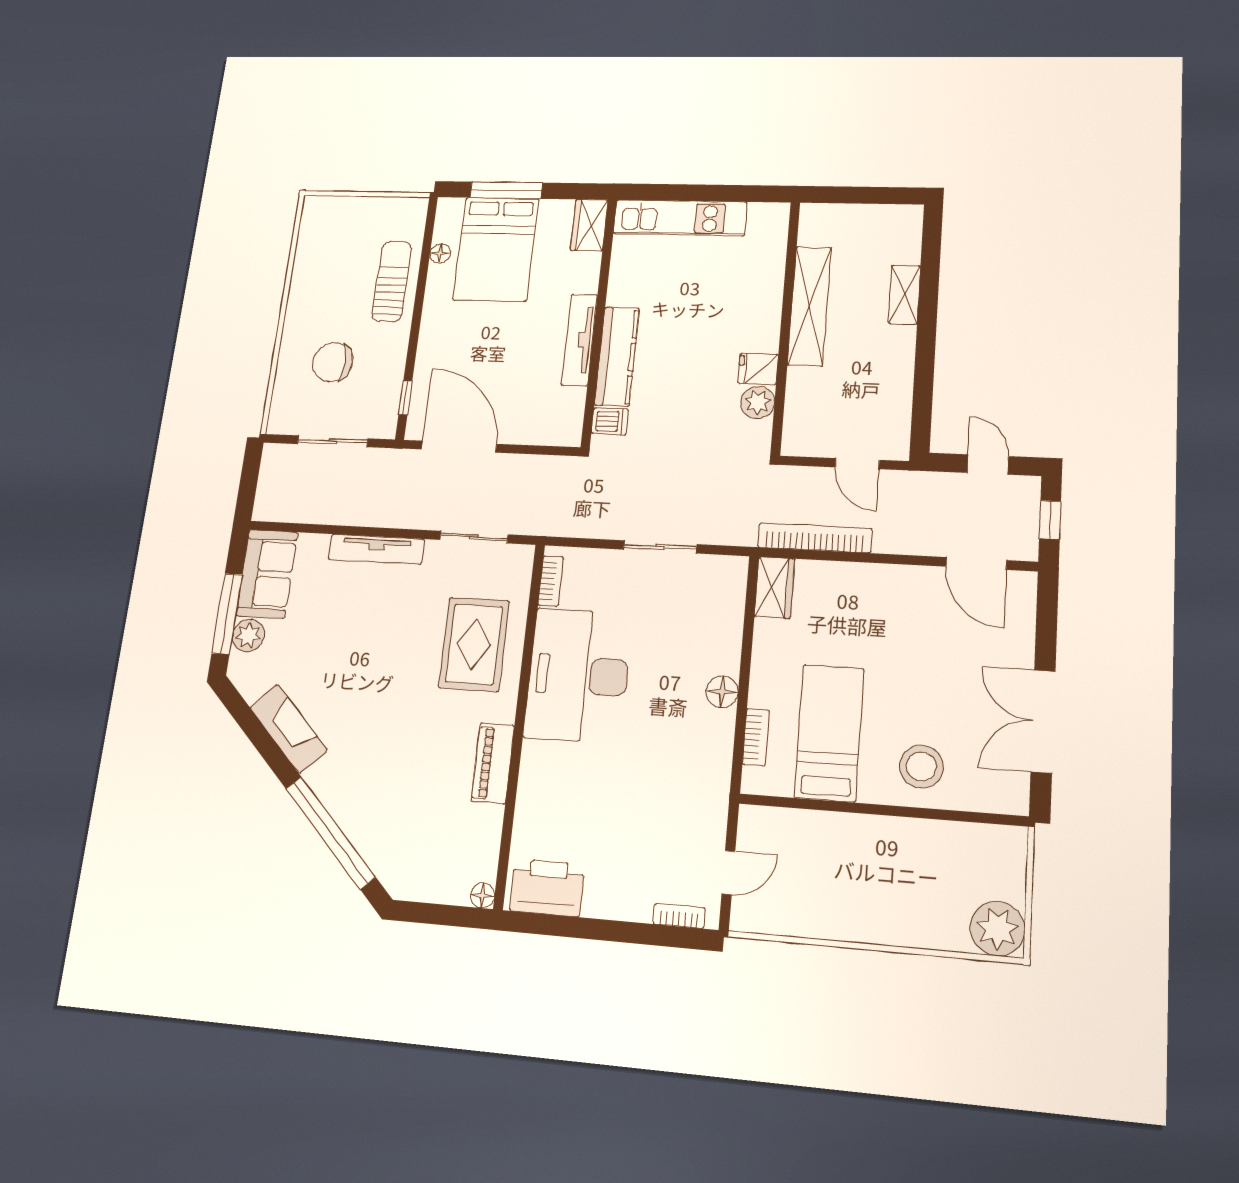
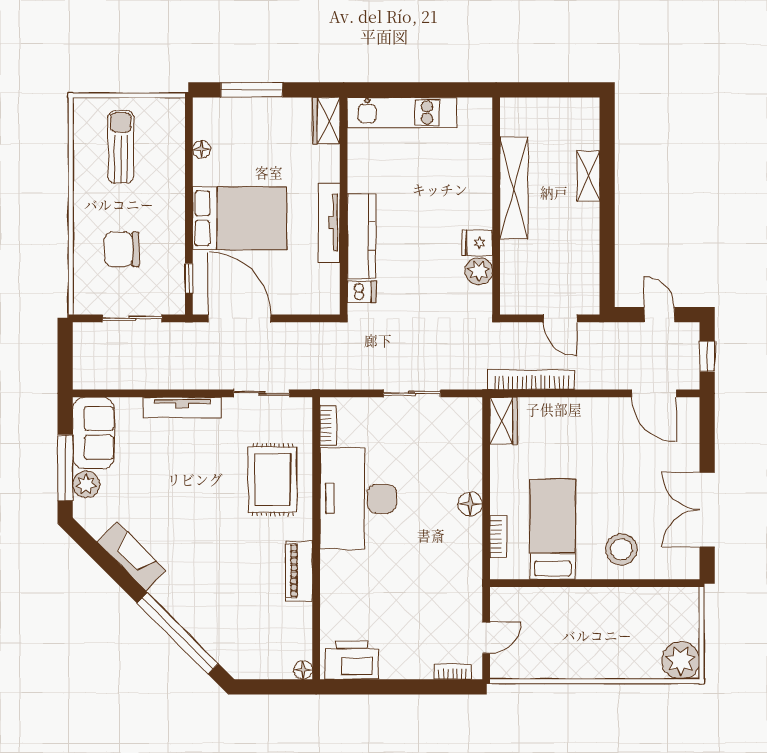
bed: (496, 249) -> (239, 218), moved, turned -90
sun lounger: (392, 282) -> (121, 147), moved

